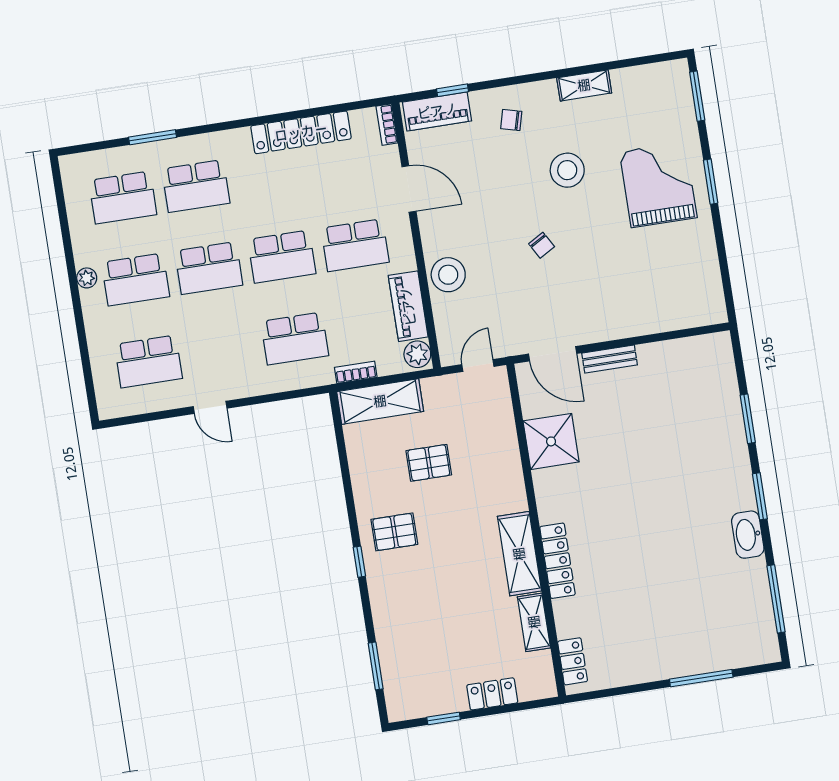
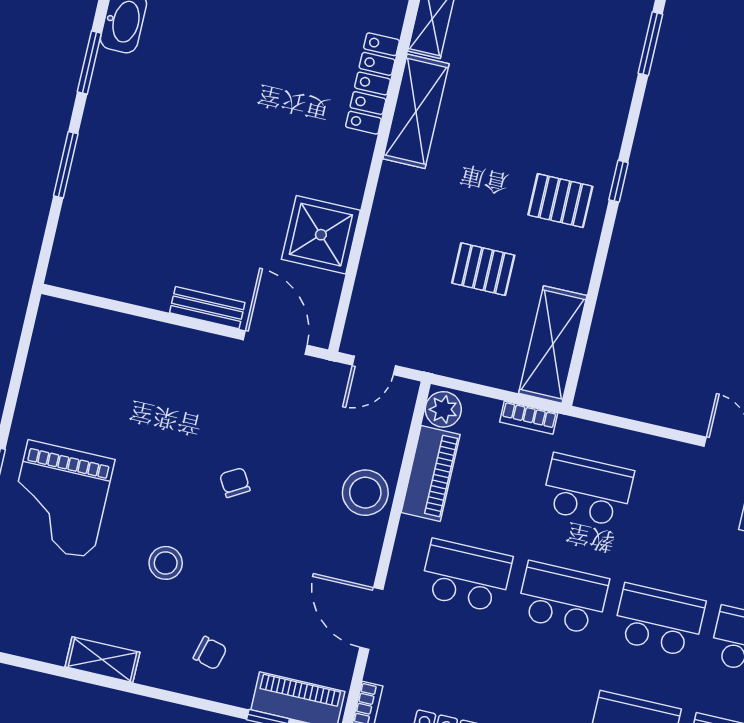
stool: (567, 170) -> (166, 563), width x0.73, depth x0.73
shelving: (380, 401) -> (553, 344), moved, turned 90

